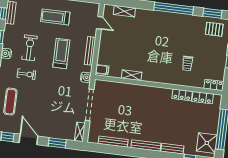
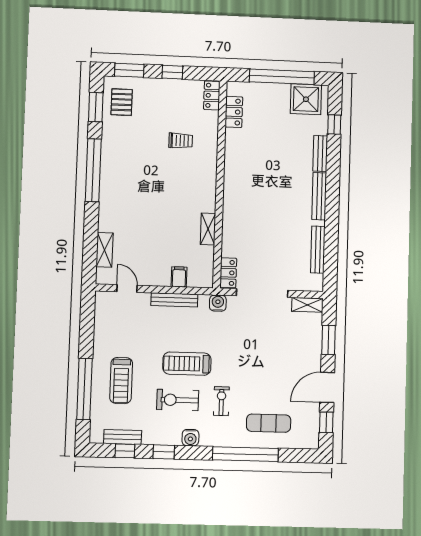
treadmill: (55, 17) -> (121, 380), moved
door: (100, 23) -> (127, 289), hinge flipped
treadmill: (61, 53) -> (187, 364), moved
filing cabinet: (102, 70) -> (179, 277), moved
locker: (182, 95) -> (228, 273), moved

